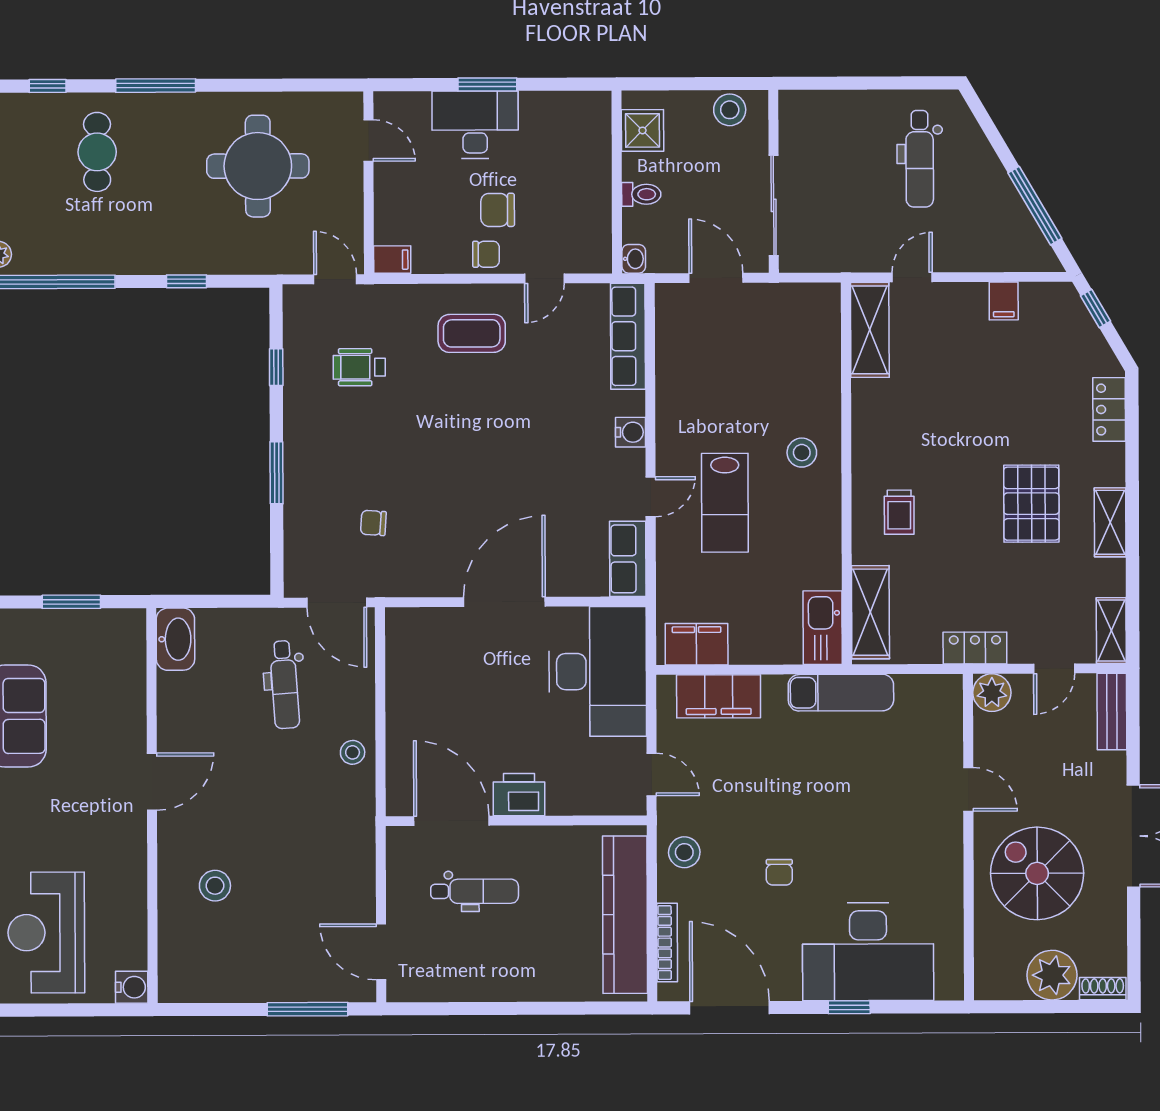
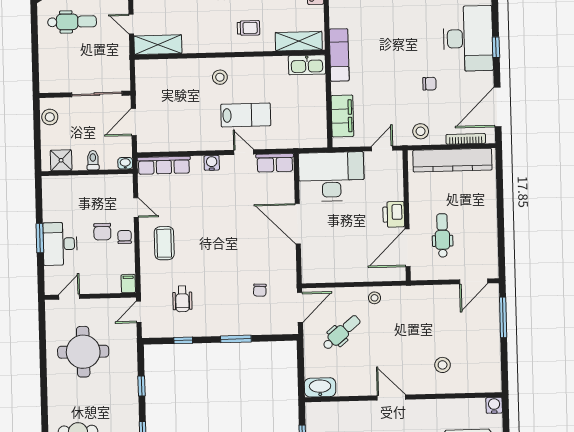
window: (156, 86) -> (44, 404), removed
filing cabinet: (697, 644) -> (317, 128), removed
dental chair: (285, 685) -> (341, 333), turned -36

